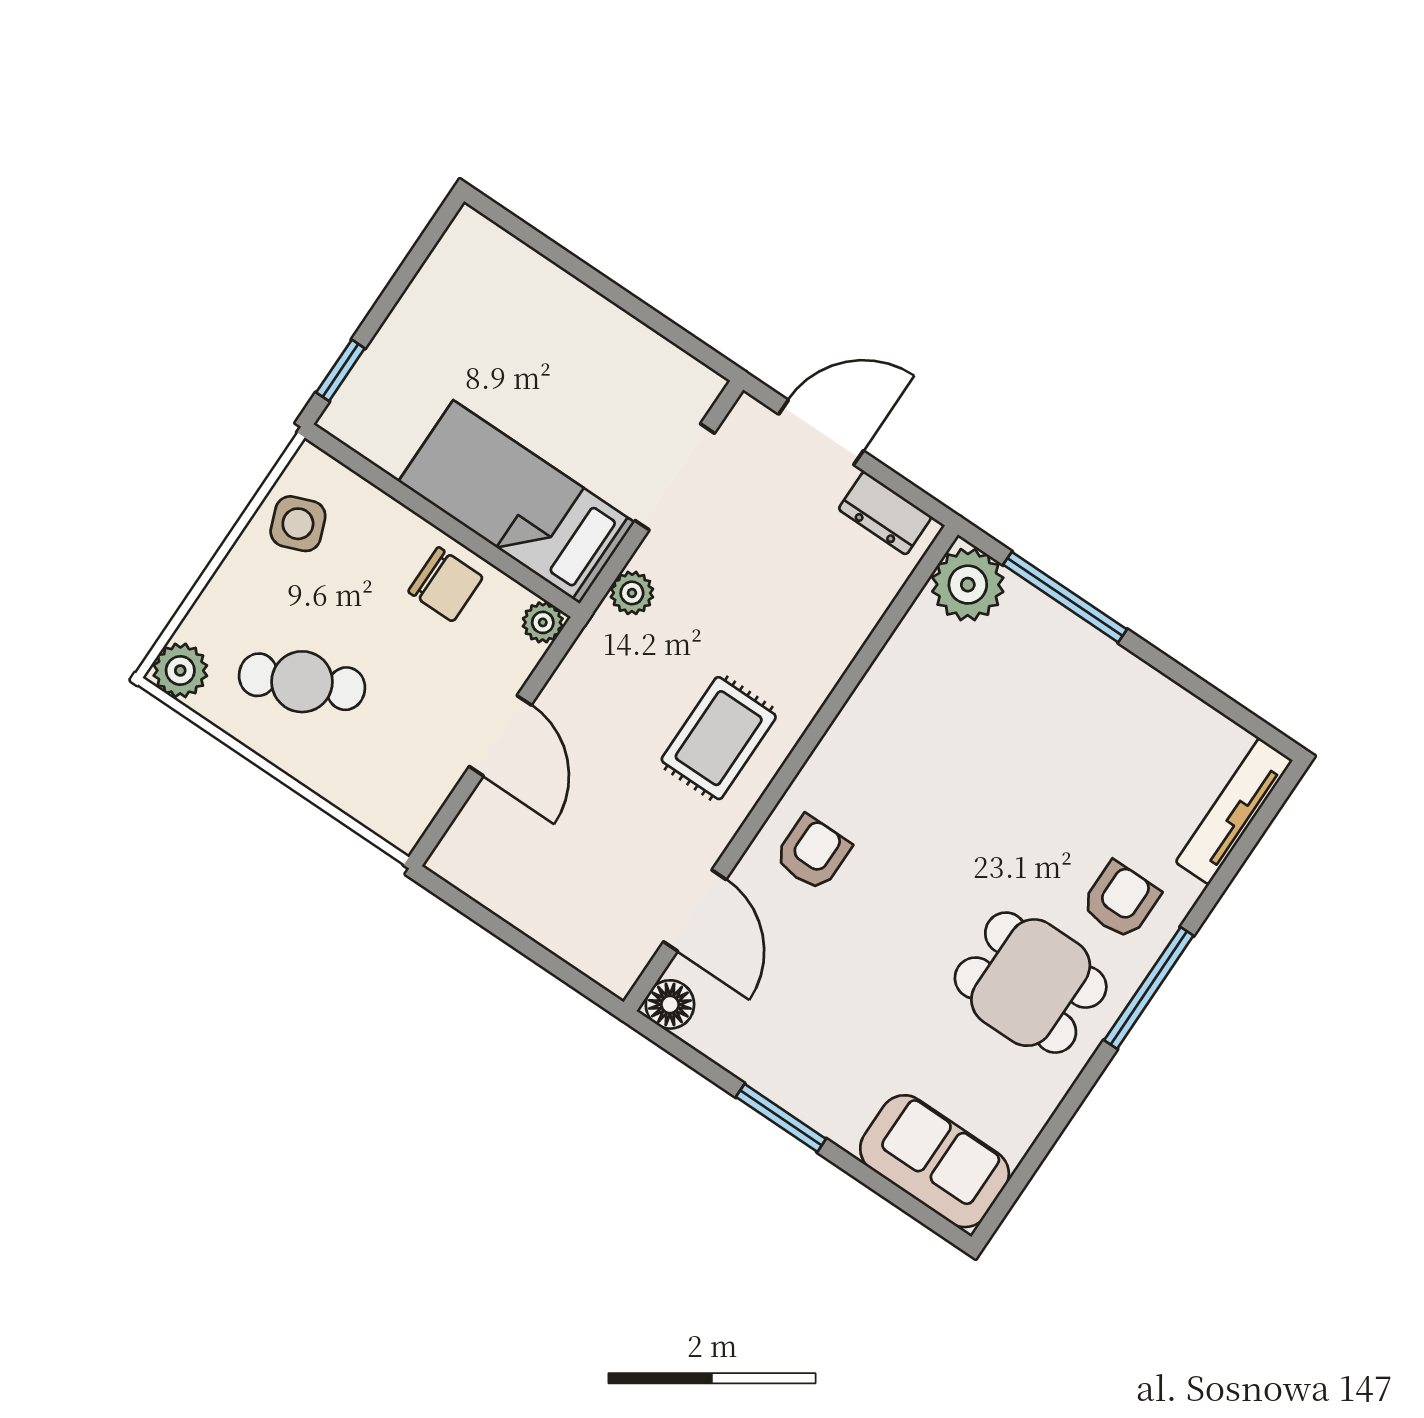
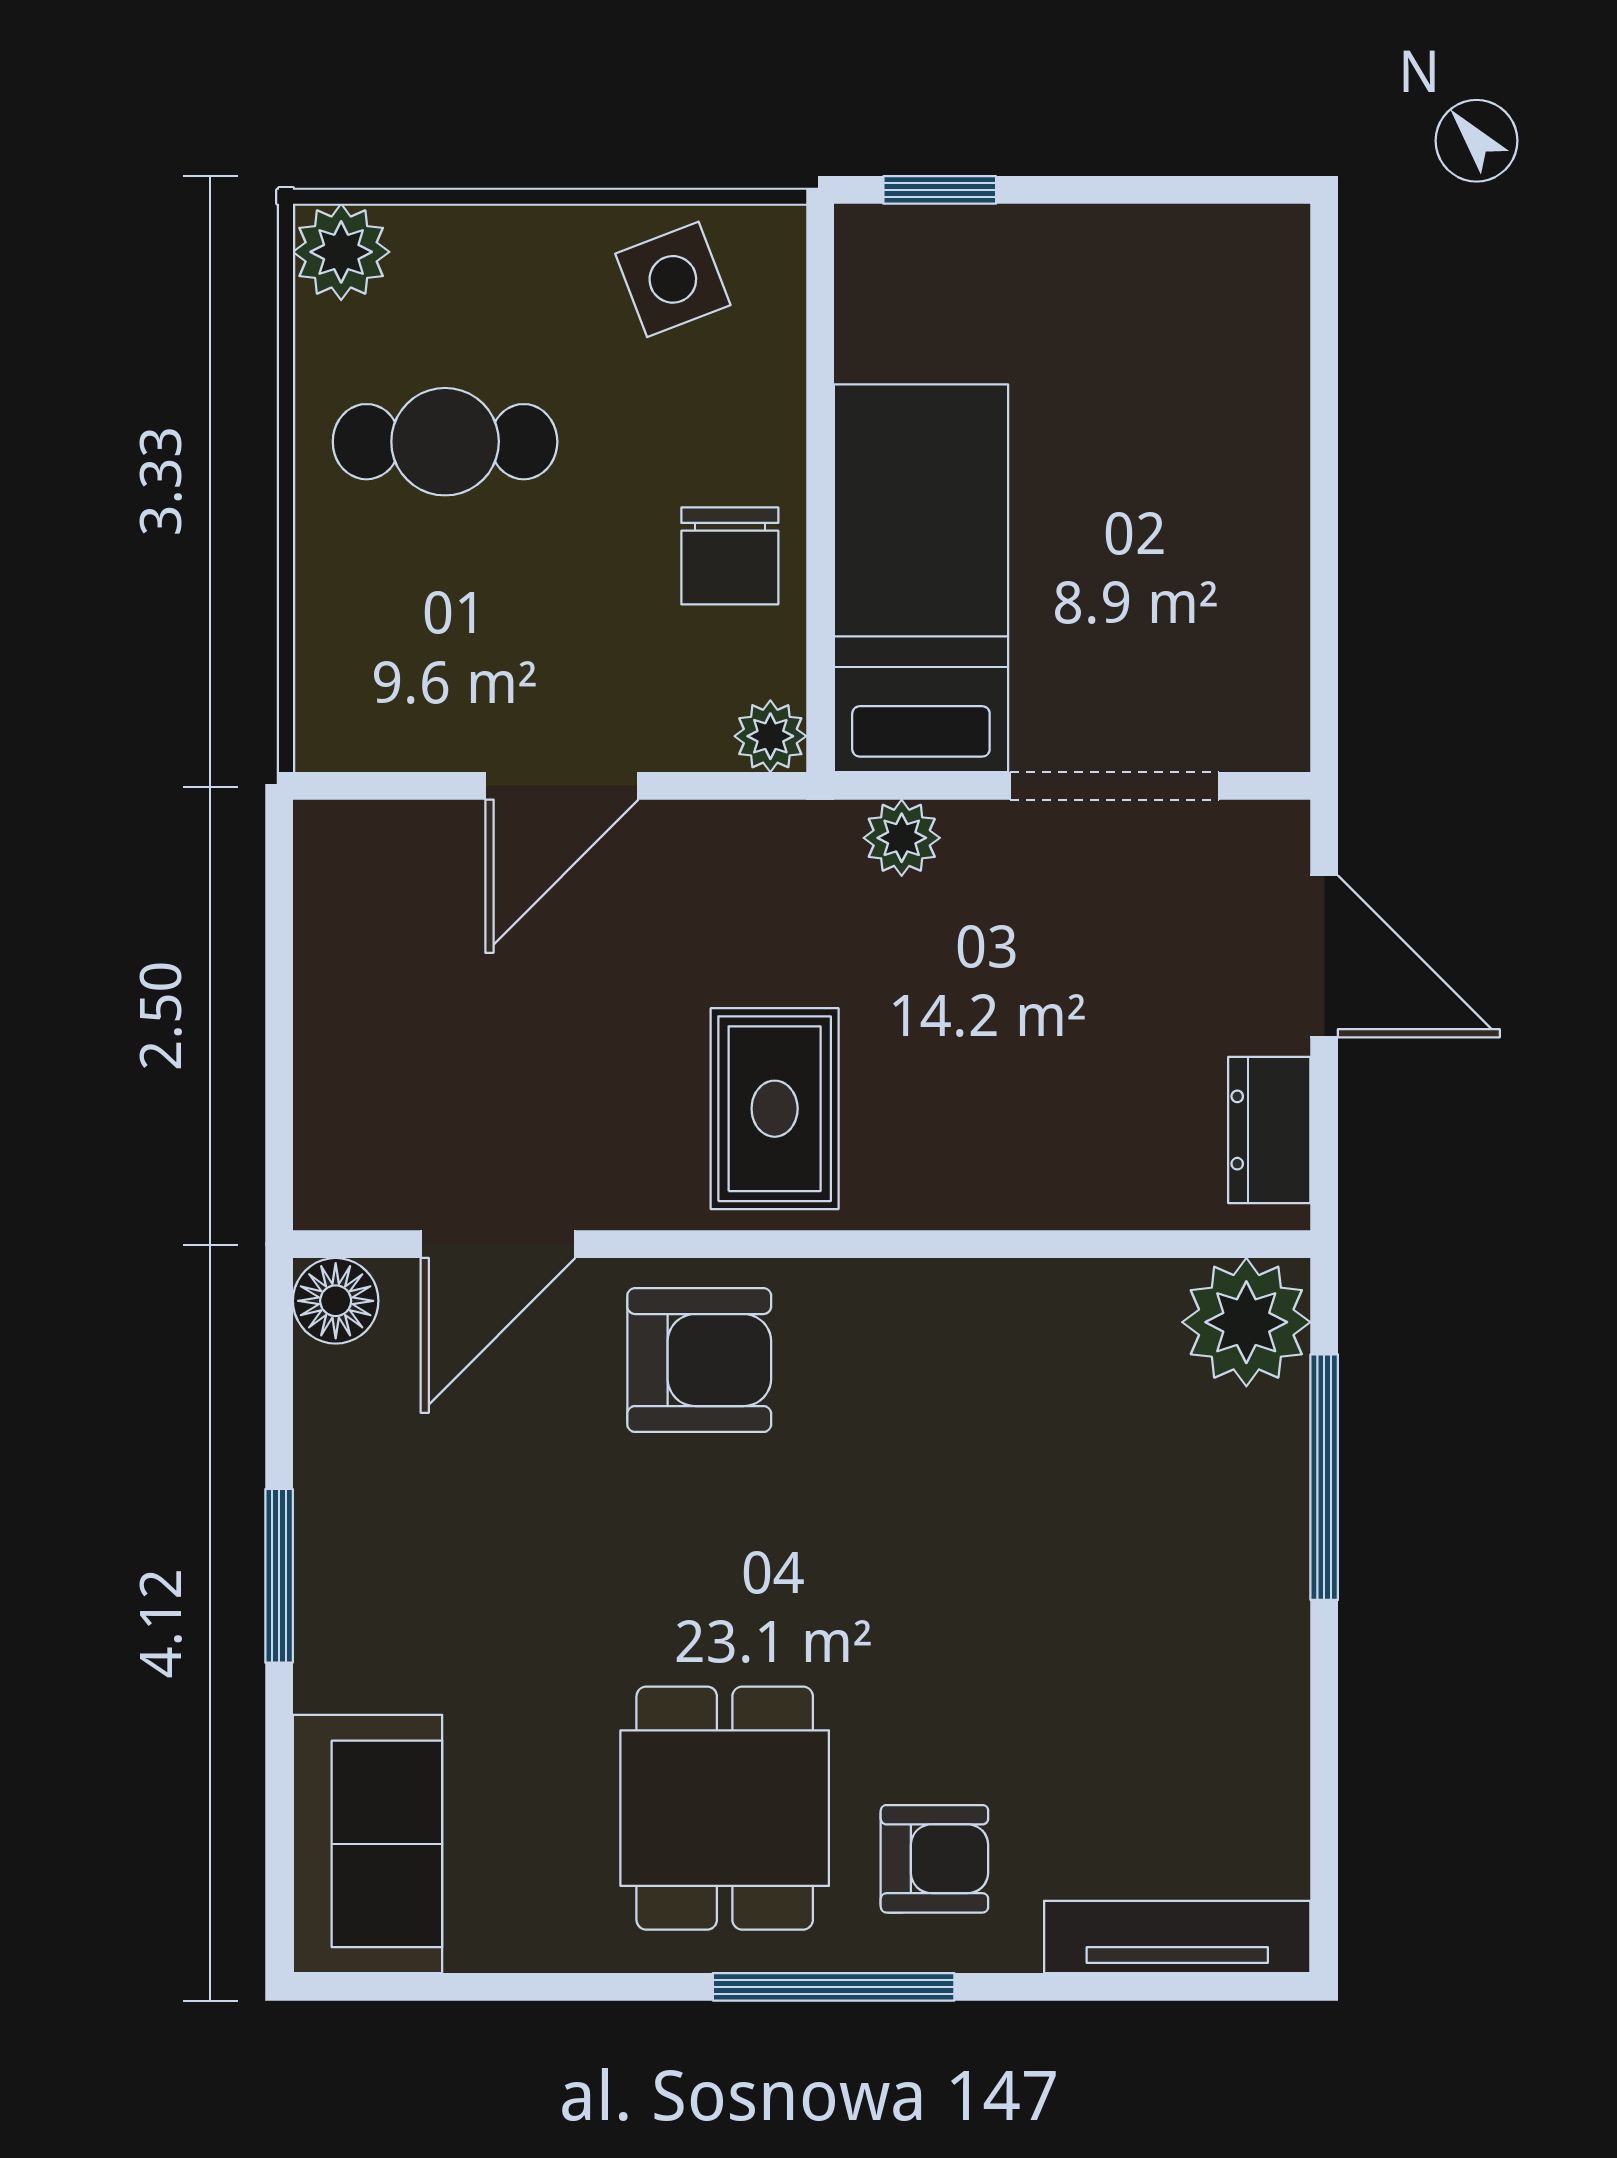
cafe table: (302, 682) -> (445, 442), turned -65
rug: (719, 738) -> (775, 1109), turned 90
armchair: (813, 853) -> (699, 1360), width x1.38, depth x1.38

